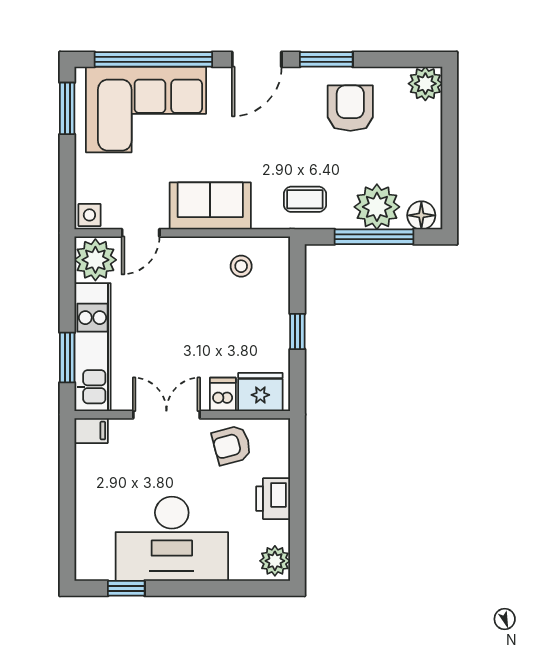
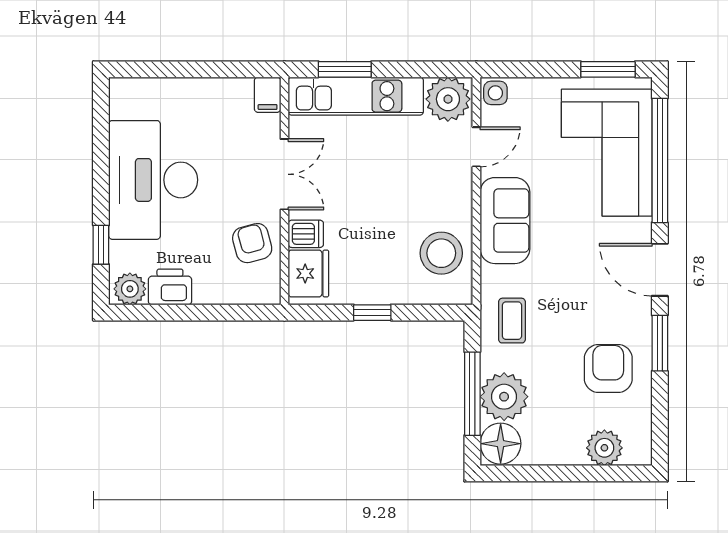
plant: (425, 84) -> (604, 448), moved
armchair: (350, 108) -> (608, 368), turned -90
floor lamp: (421, 215) -> (501, 444), width x1.38, depth x1.38
door: (141, 233) -> (476, 147), swing flipped
stool: (241, 266) -> (441, 253), width x1.89, depth x1.89
printer: (273, 499) -> (170, 287), moved
window: (126, 588) -> (101, 245), moved

